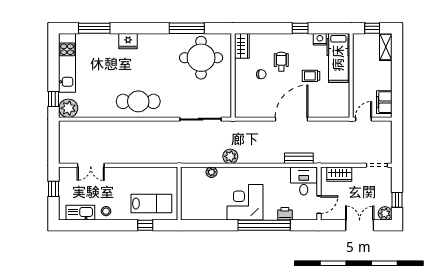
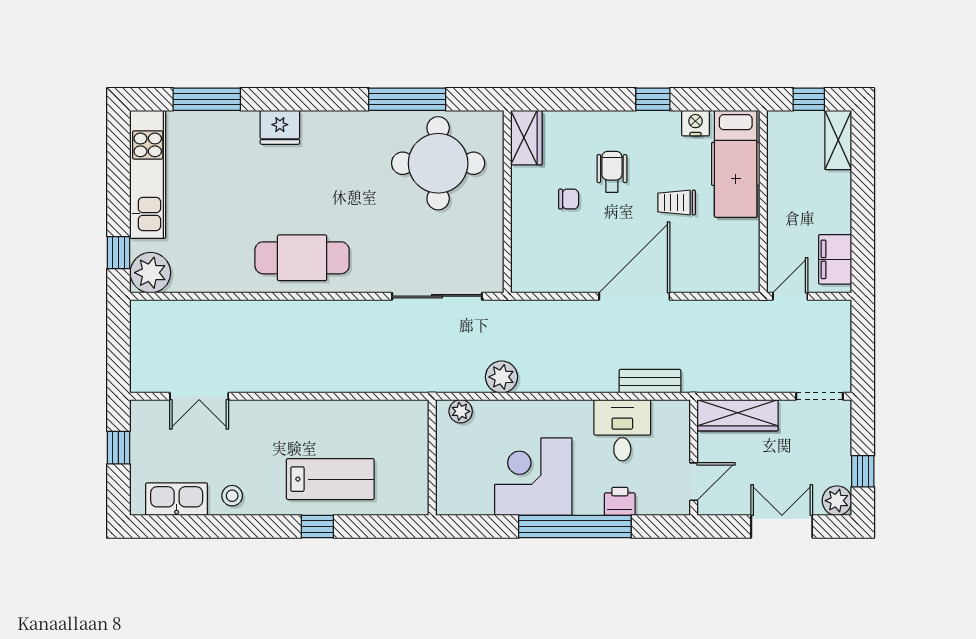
wardrobe: (339, 174) -> (738, 415), width x1.50
desk: (304, 181) -> (622, 430), moved
wall: (179, 194) -> (432, 458), moved

